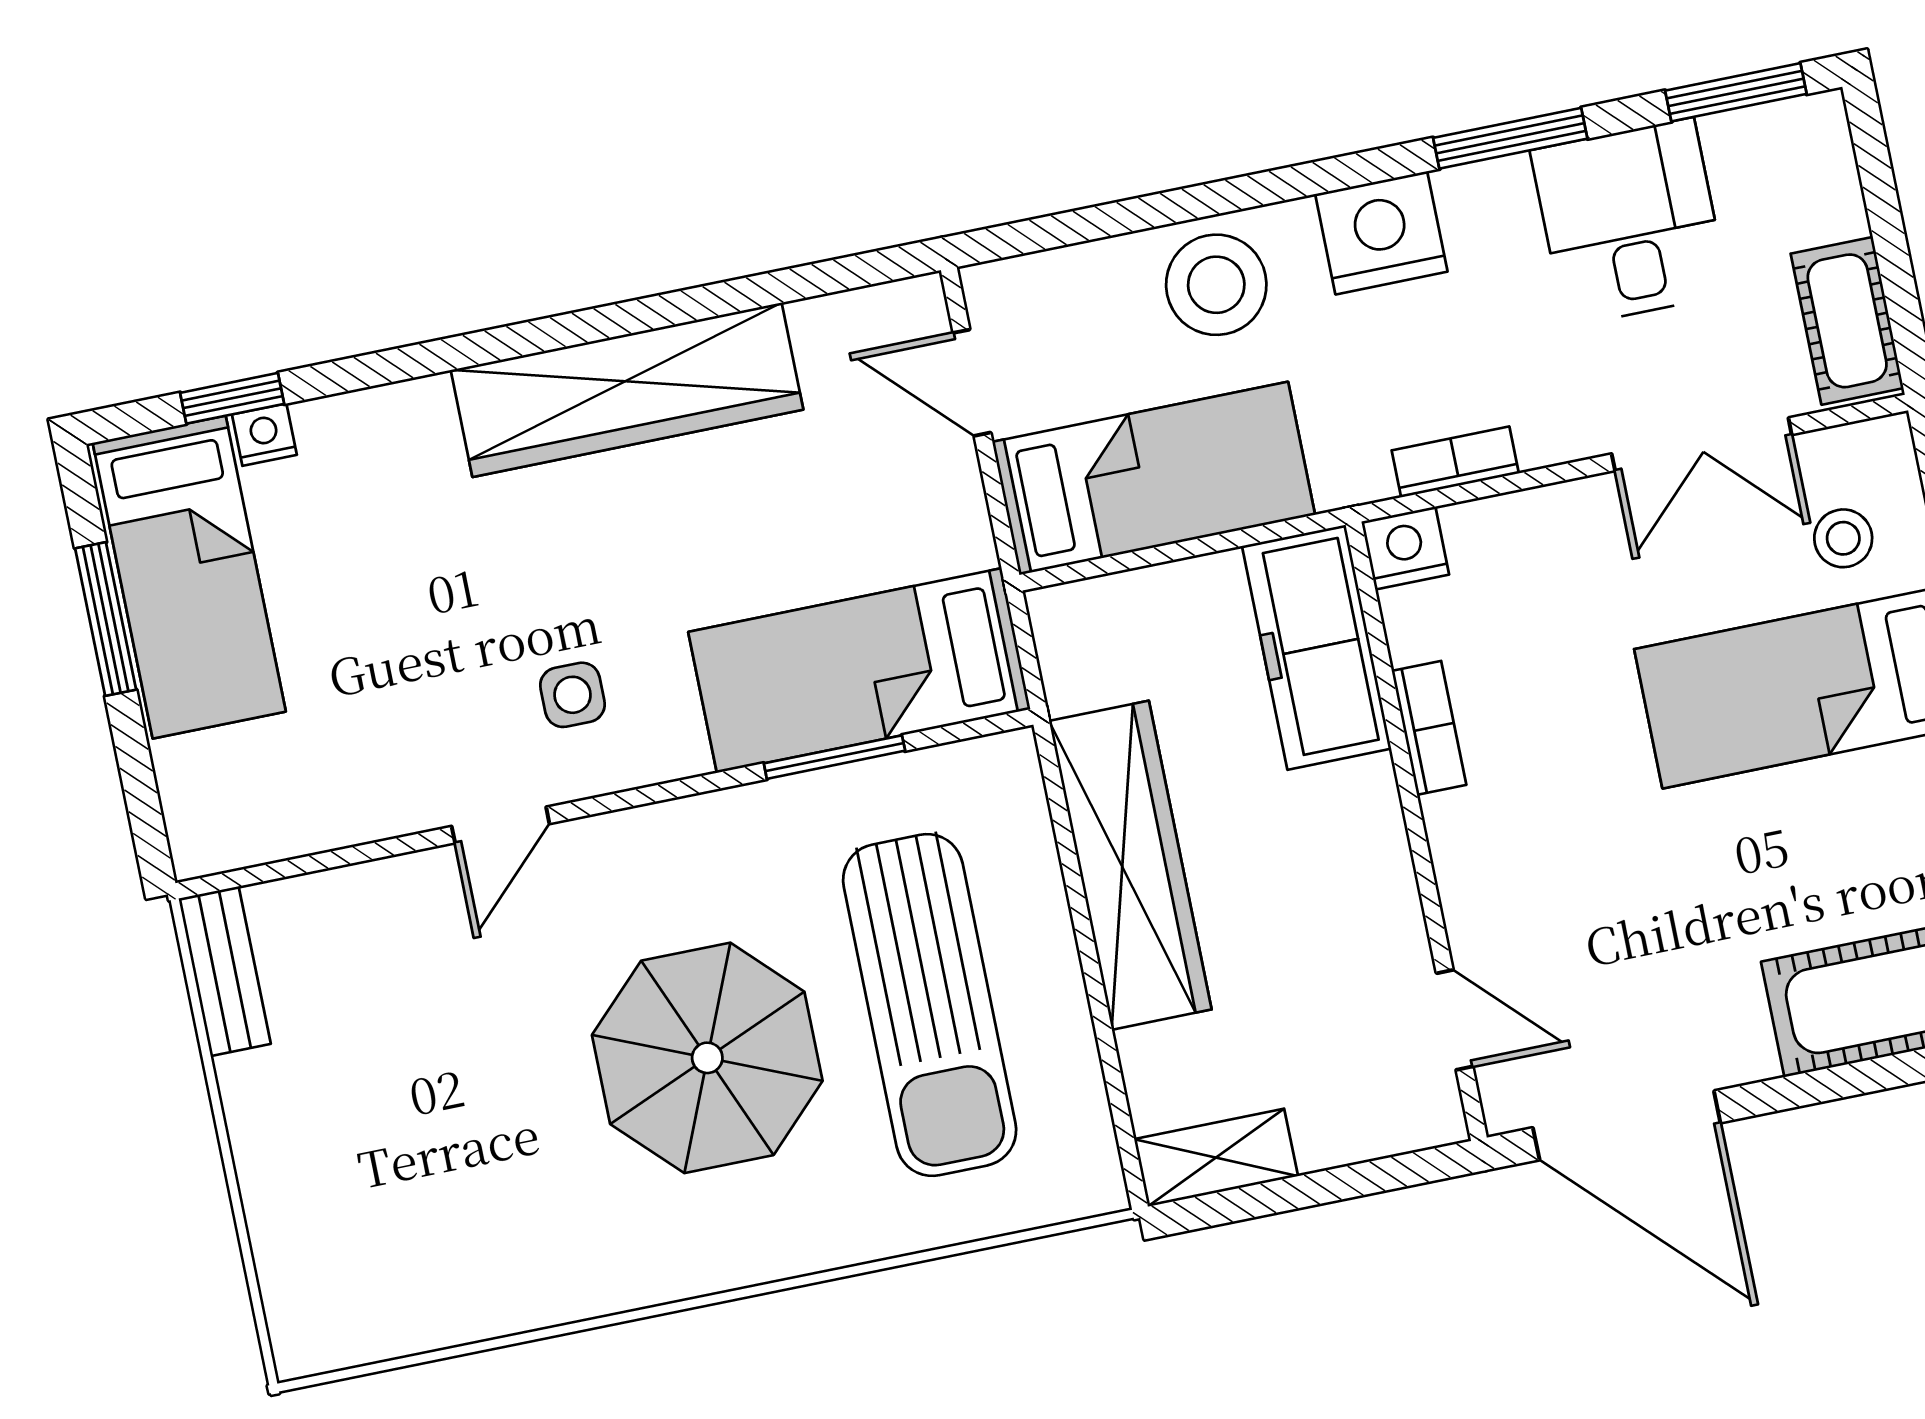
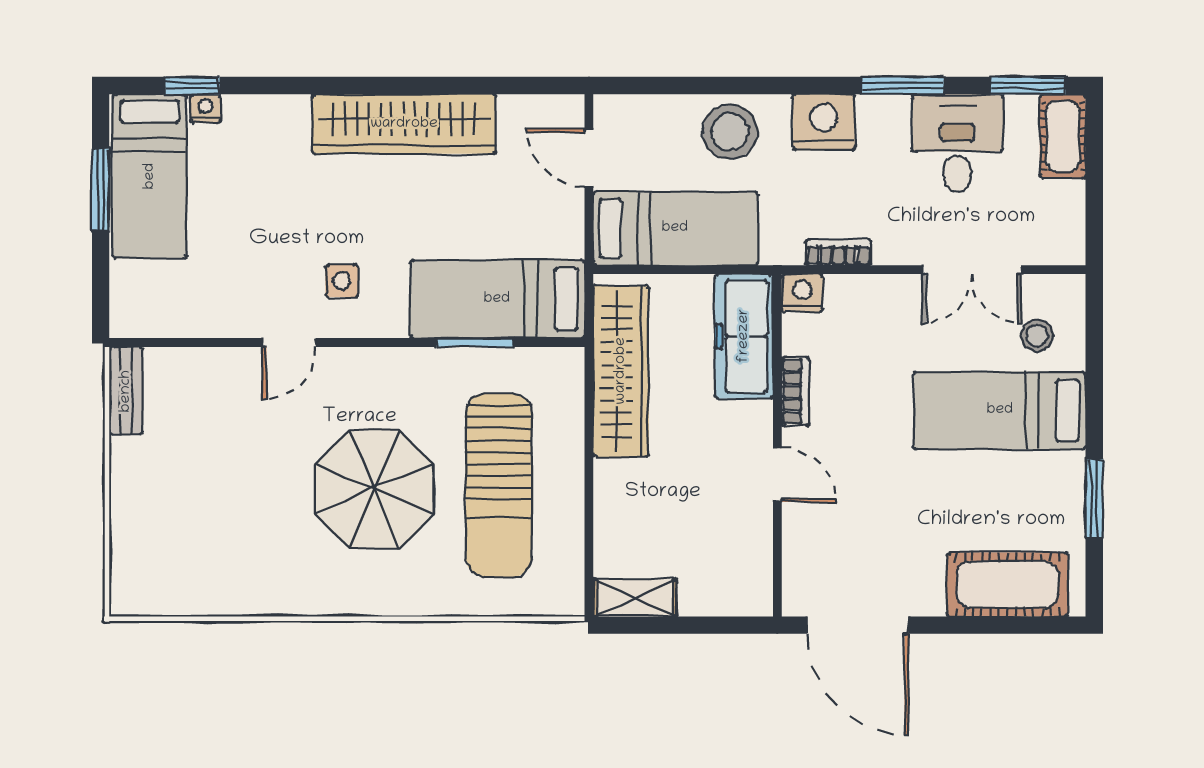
cot: (1847, 321) -> (1063, 136), moved
wardrobe: (1130, 865) -> (621, 371), moved
door: (1455, 1020) -> (777, 475), moved

